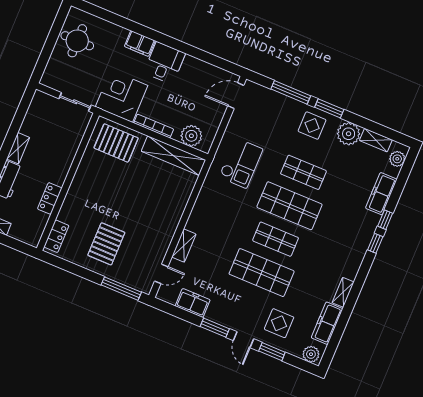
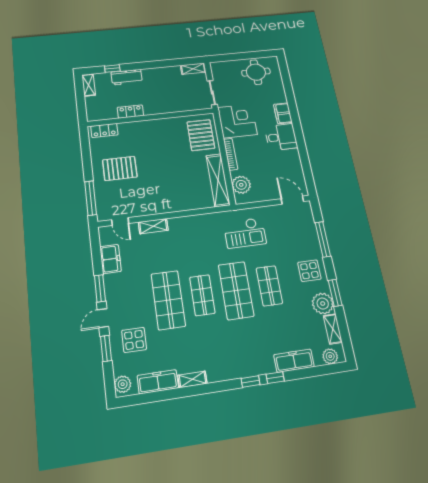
window: (329, 108) -> (335, 293), moved
shelving: (18, 148) -> (193, 69), moved

